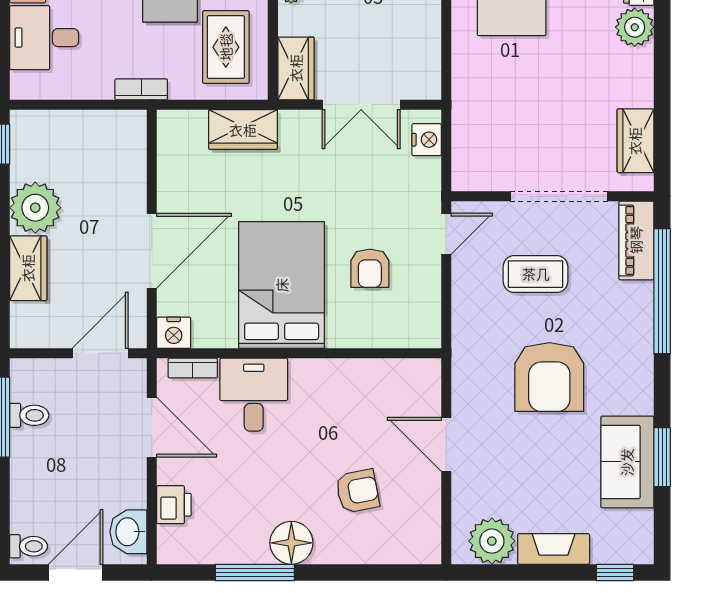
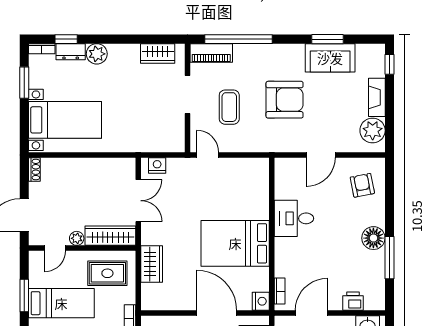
wardrobe: (296, 68) -> (110, 236), width x1.50
doorway: (559, 196) -> (188, 94), width x0.73
armchair: (370, 268) -> (226, 196), removed
desk: (254, 395) -> (294, 218), moved
armchair: (358, 491) -> (362, 185), moved

